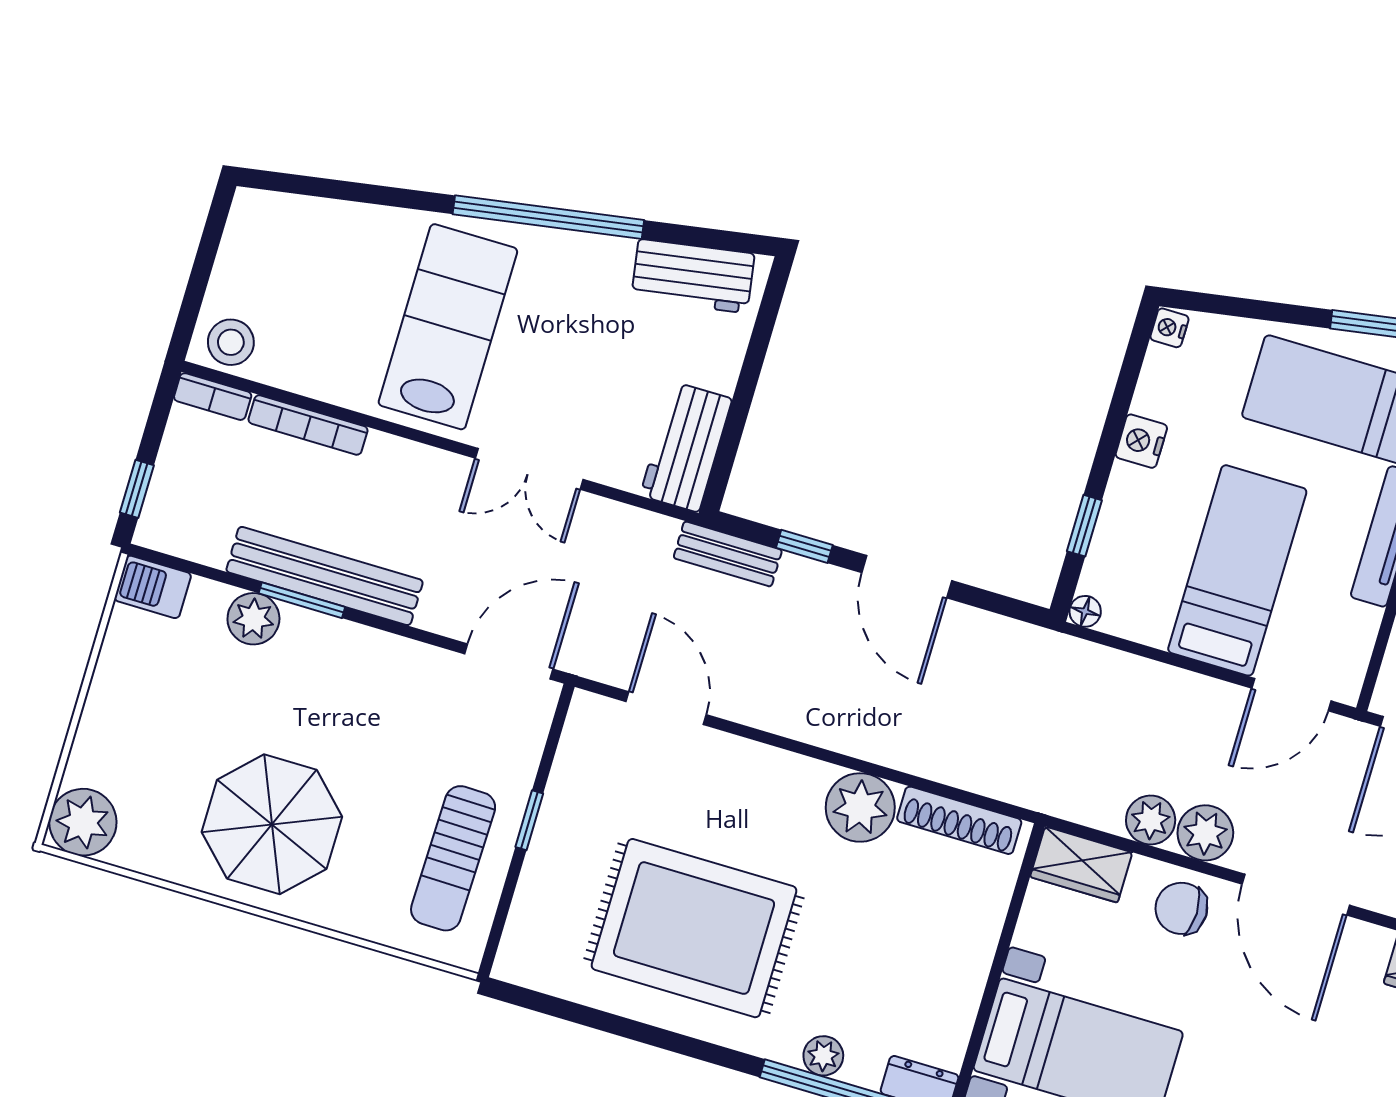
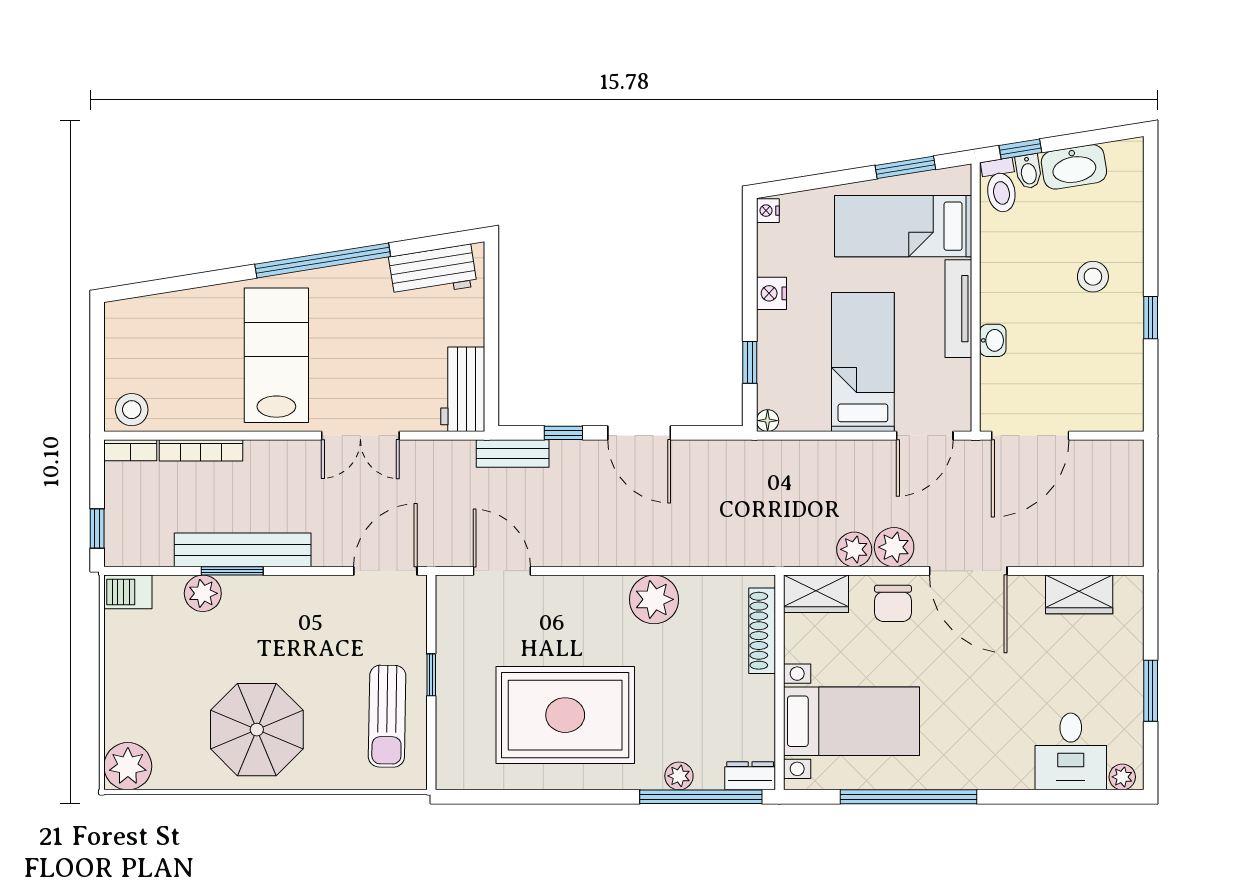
shoe rack: (959, 820) -> (762, 631), moved, turned 90
chair: (1181, 908) -> (893, 603), turned -90

